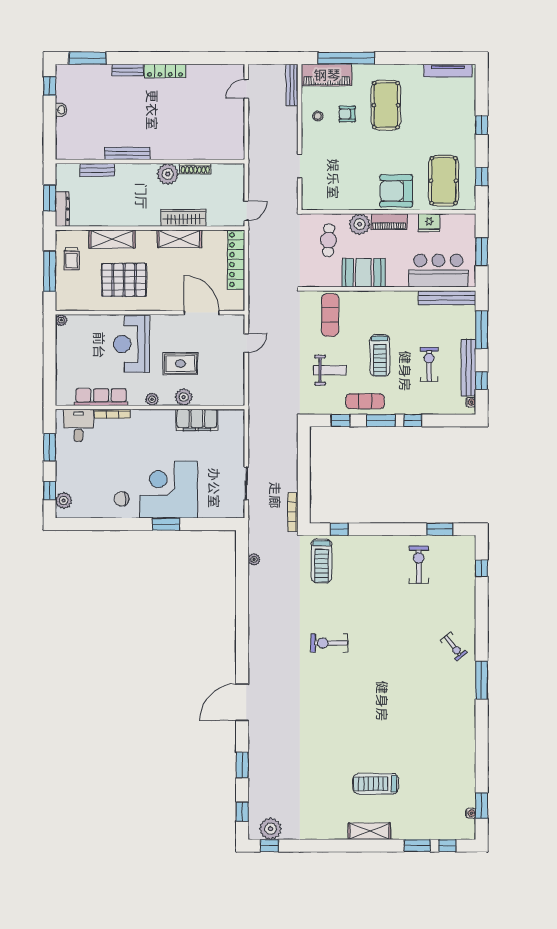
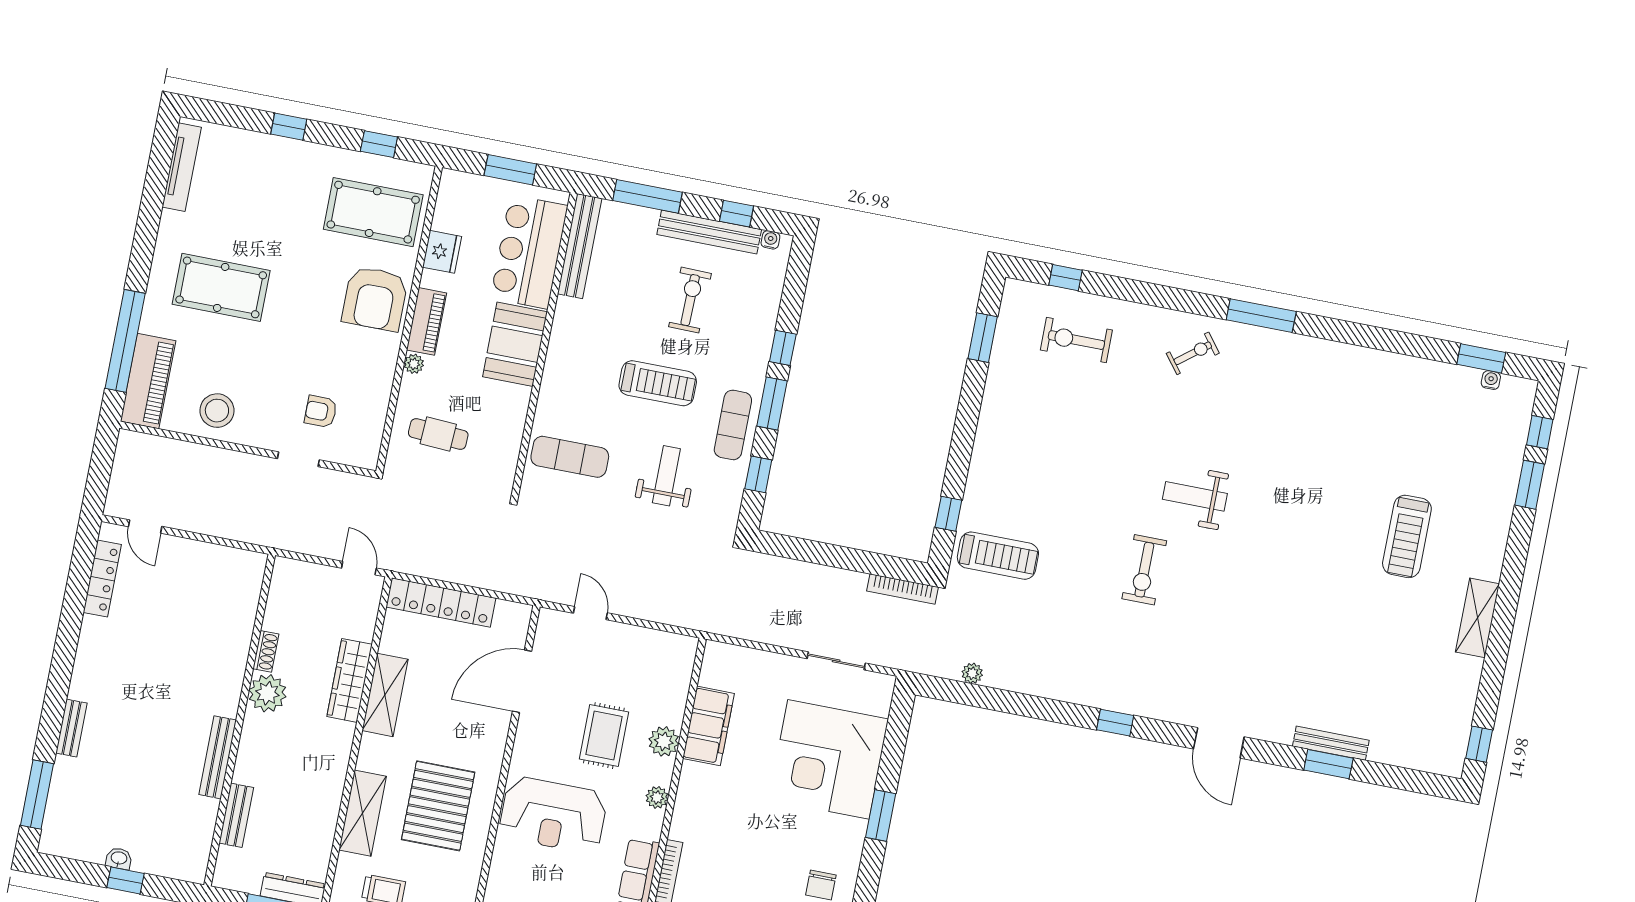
locker: (165, 71) -> (102, 578), moved
bench: (292, 85) -> (1331, 743), moved
window: (50, 86) -> (125, 881), moved
armchair: (347, 114) -> (321, 411), moved, turned 90
stool: (318, 116) -> (217, 411), width x1.89, depth x1.89
shoe rack: (195, 169) -> (266, 651), width x0.70
plant: (360, 224) -> (414, 364), width x0.53, depth x0.53
booth: (363, 273) -> (515, 344), moved
exercise bike: (429, 364) -> (690, 300), turned 91
corner desk: (169, 490) -> (829, 759), moved
exercise bike: (419, 565) -> (1076, 340), moved
weight bench: (375, 663) -> (1195, 496), added
door: (242, 702) -> (1219, 743), width x0.73
window: (242, 812) -> (1115, 723), moved
plant: (271, 829) -> (1450, 736), removed
shelving: (369, 831) -> (1477, 618), moved

